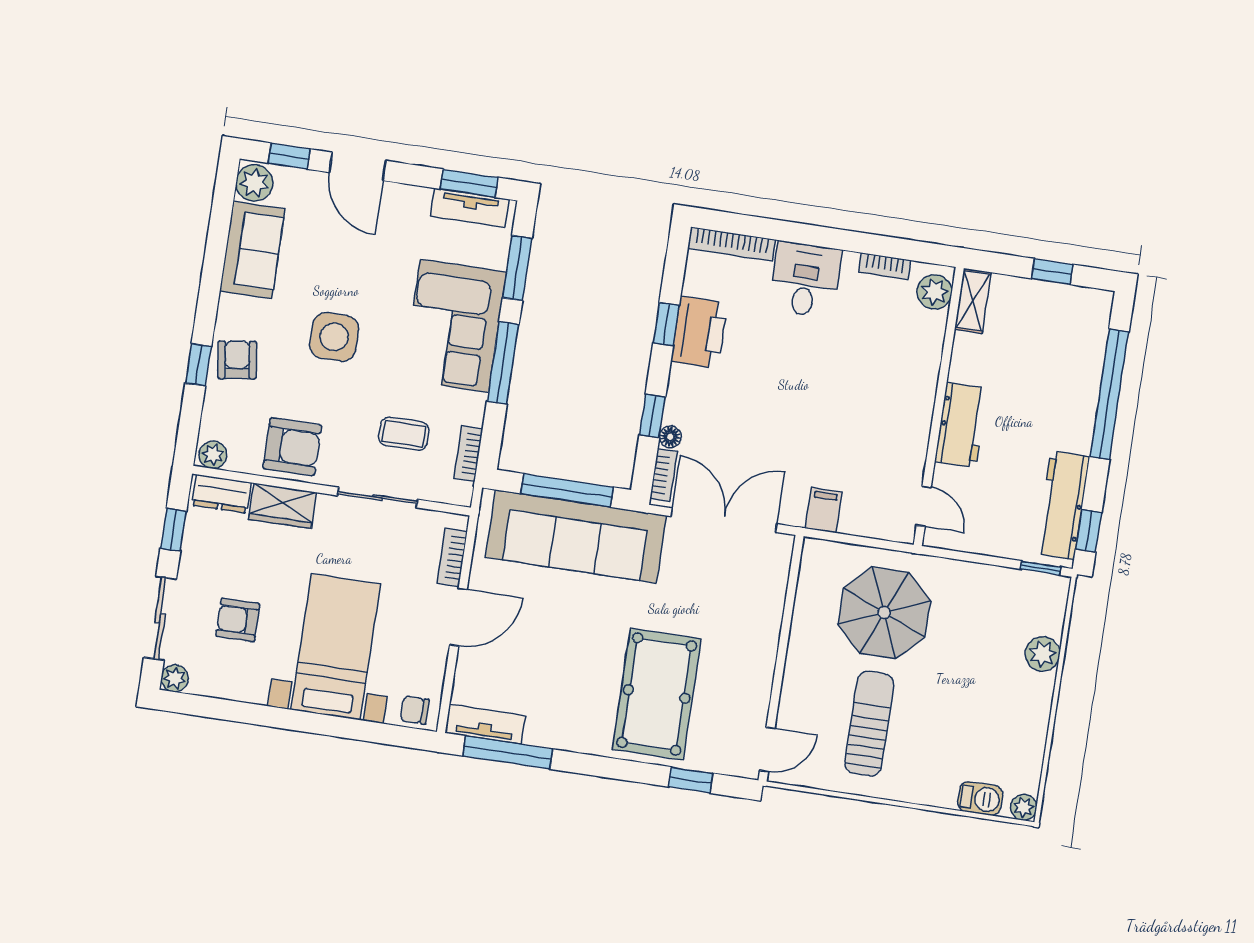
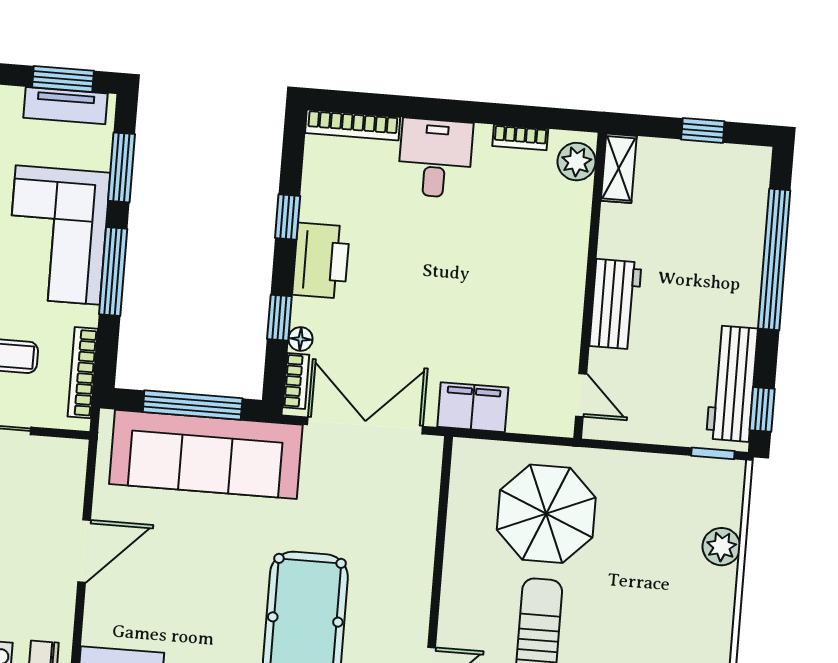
printer: (699, 332) -> (321, 261), moved
bookcase: (468, 454) -> (83, 373), width x1.56
filing cabinet: (824, 510) -> (473, 407), width x2.00
bookcase: (452, 557) -> (73, 487), removed

